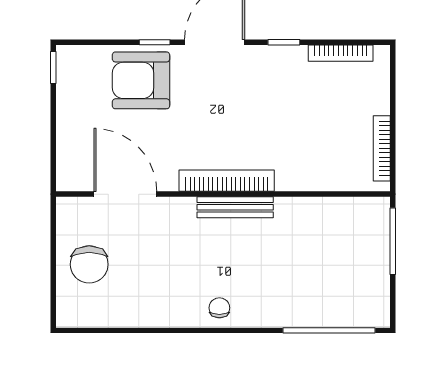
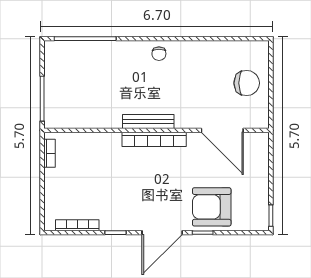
armchair: (141, 80) -> (212, 207), turned 180
bookcase: (382, 148) -> (50, 153), width x0.64
chair: (89, 264) -> (247, 83), turned 90

